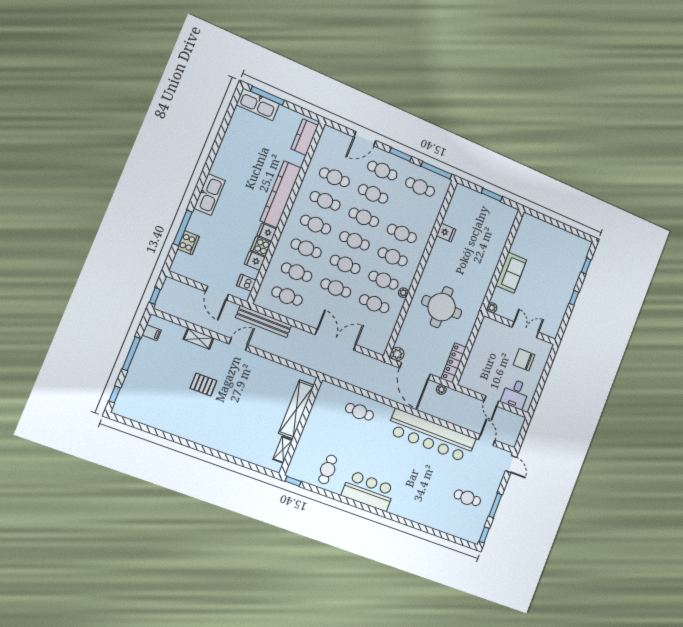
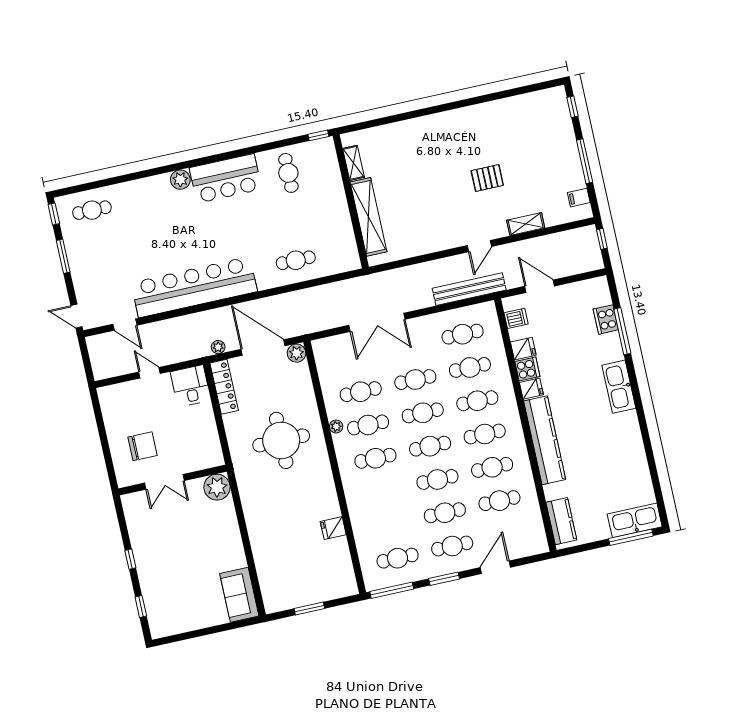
cafe table: (402, 233) -> (383, 492), removed
sofa: (511, 273) -> (239, 595), moved
plant: (492, 308) -> (217, 487), width x1.87, depth x1.87
desk: (515, 394) -> (191, 386), moved
cafe table: (467, 498) -> (92, 210), moved
plant: (396, 508) -> (180, 180), added

